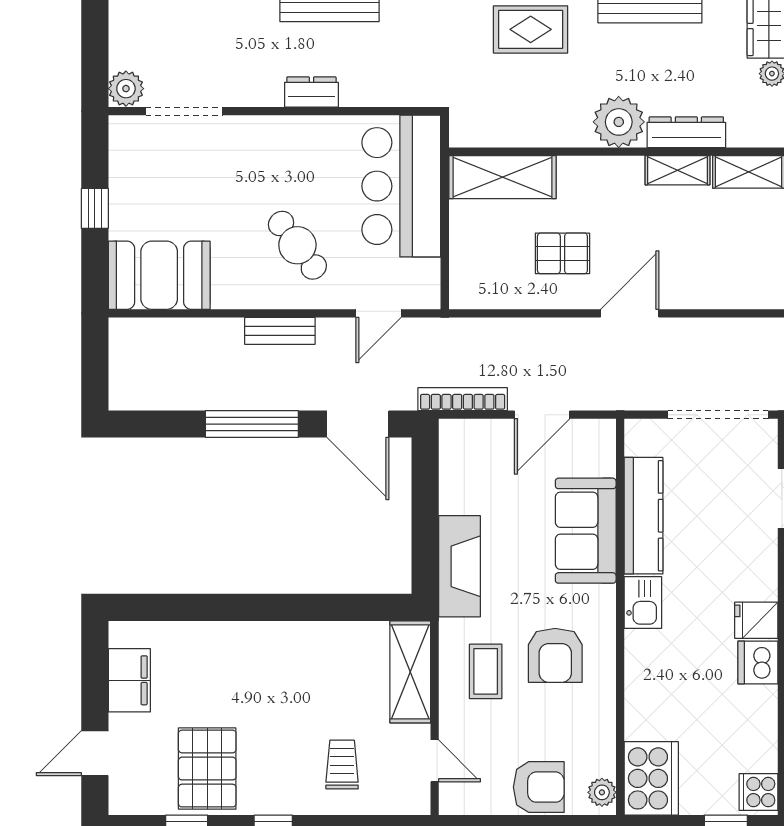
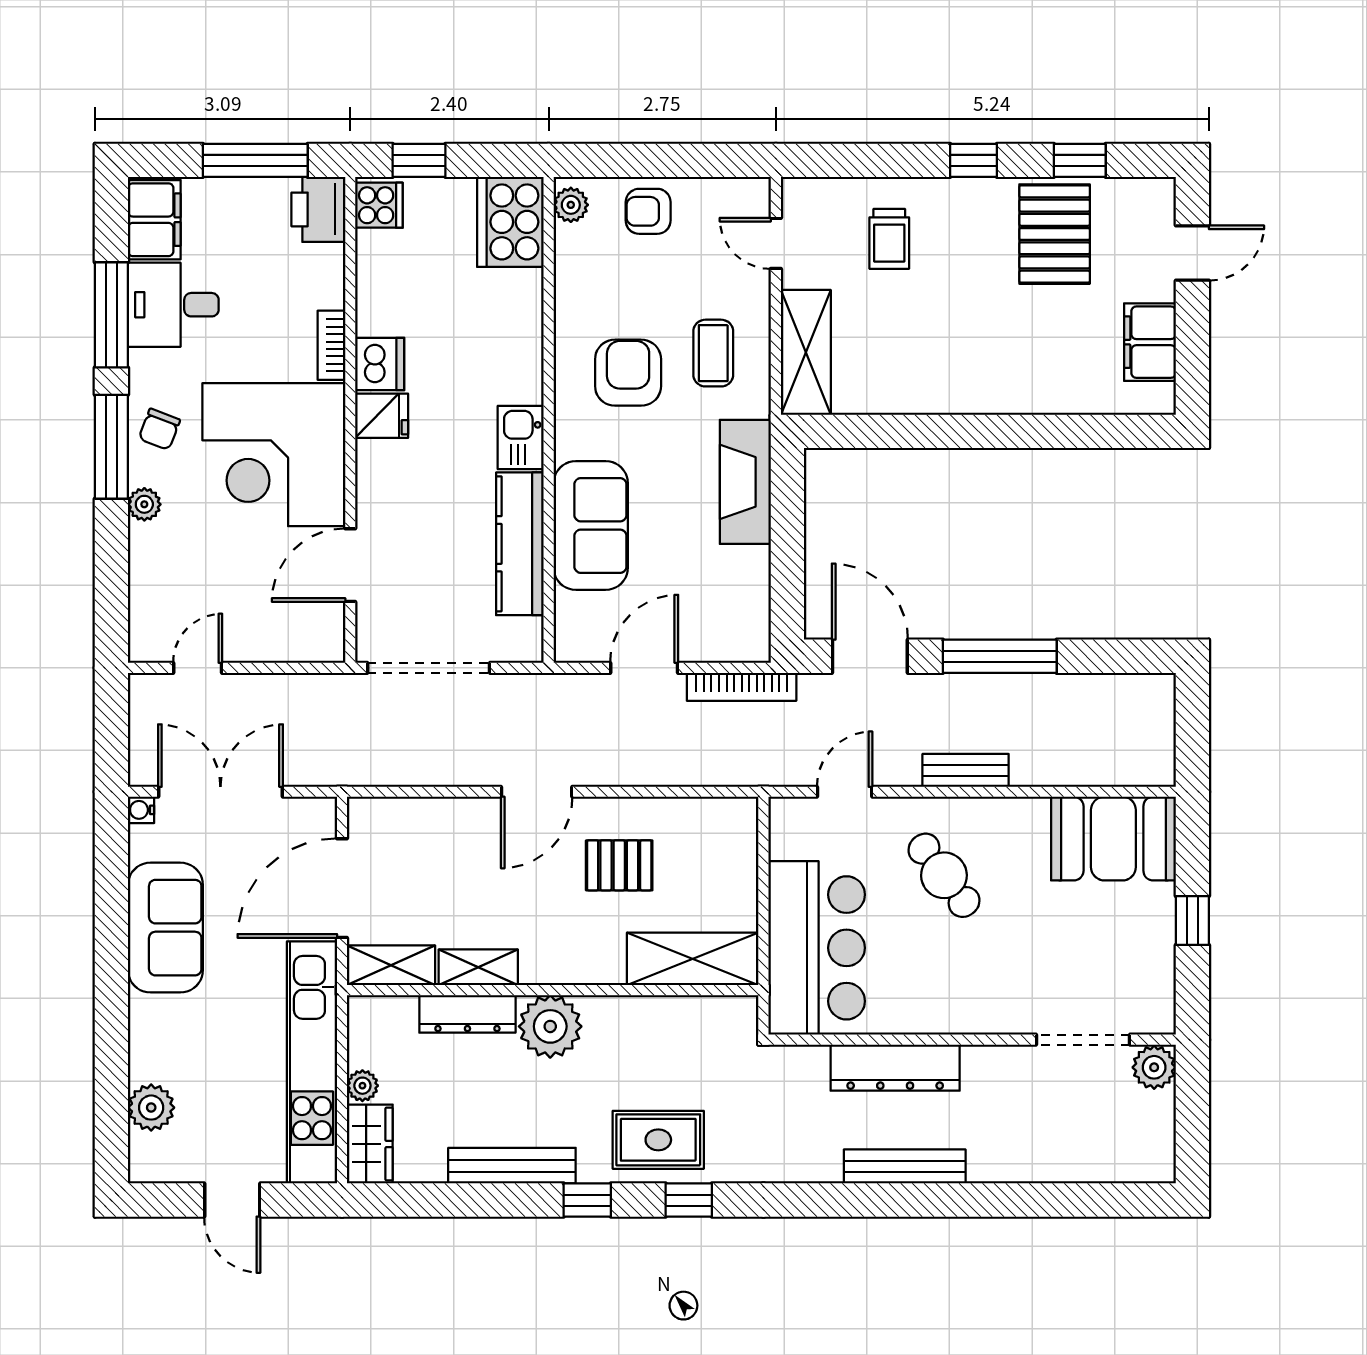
dresser: (311, 92) -> (895, 1068), width x1.96, depth x1.24
armchair: (539, 787) -> (648, 211), width x0.72, depth x0.72

